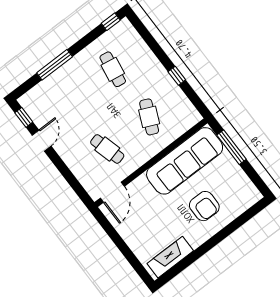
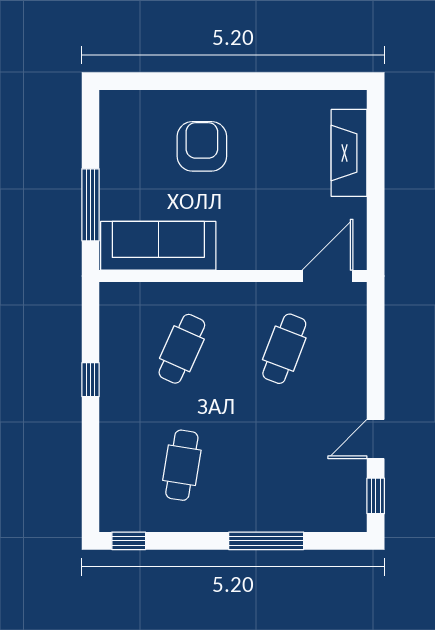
cafe table: (107, 149) -> (284, 349), turned 36
sofa: (185, 161) -> (158, 246), width x0.74, depth x0.79
fireplace: (170, 257) -> (349, 153), moved, turned 90

